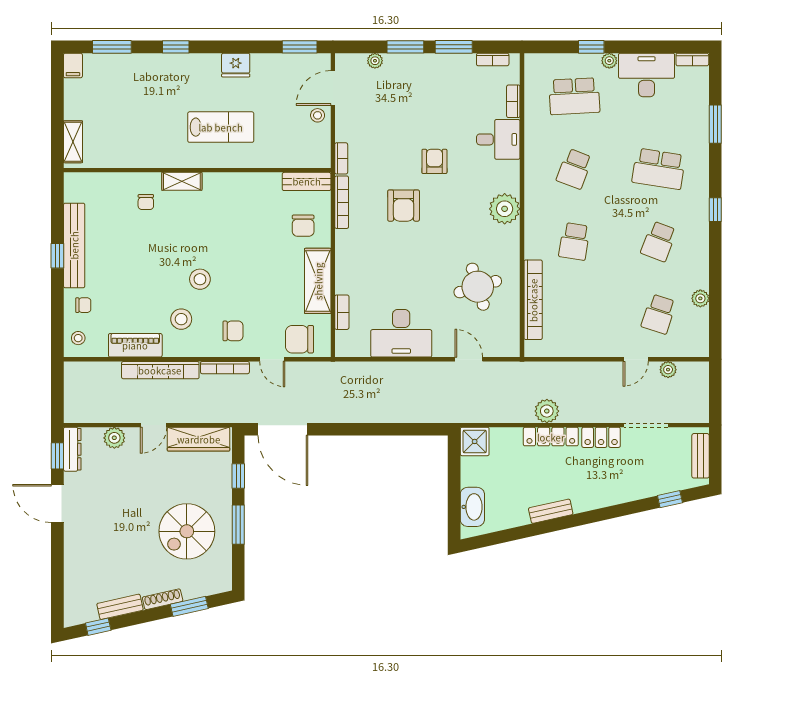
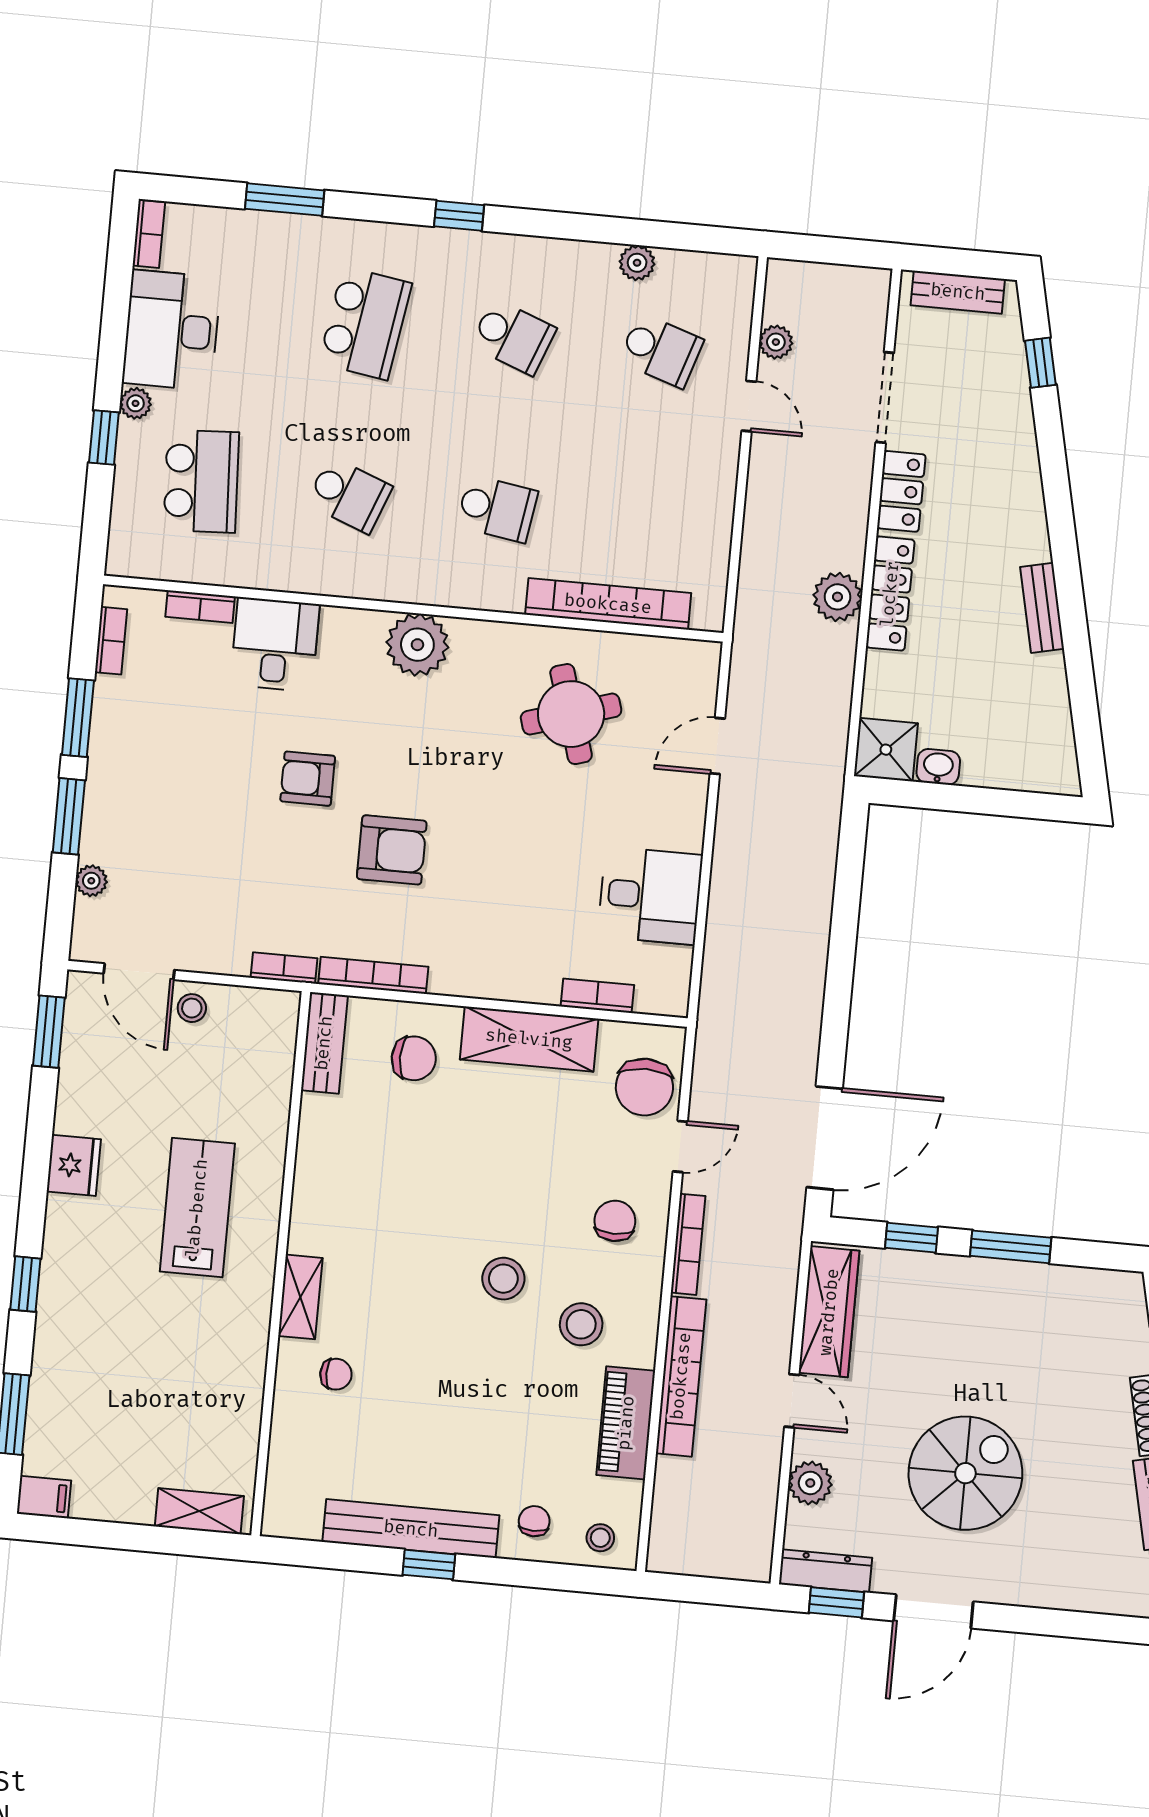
desk: (401, 333) -> (650, 896), width x0.73
washbasin: (472, 507) -> (938, 767), moved, width x0.52, depth x0.69
spiral stairs: (187, 531) -> (965, 1473), moved, turned -90

